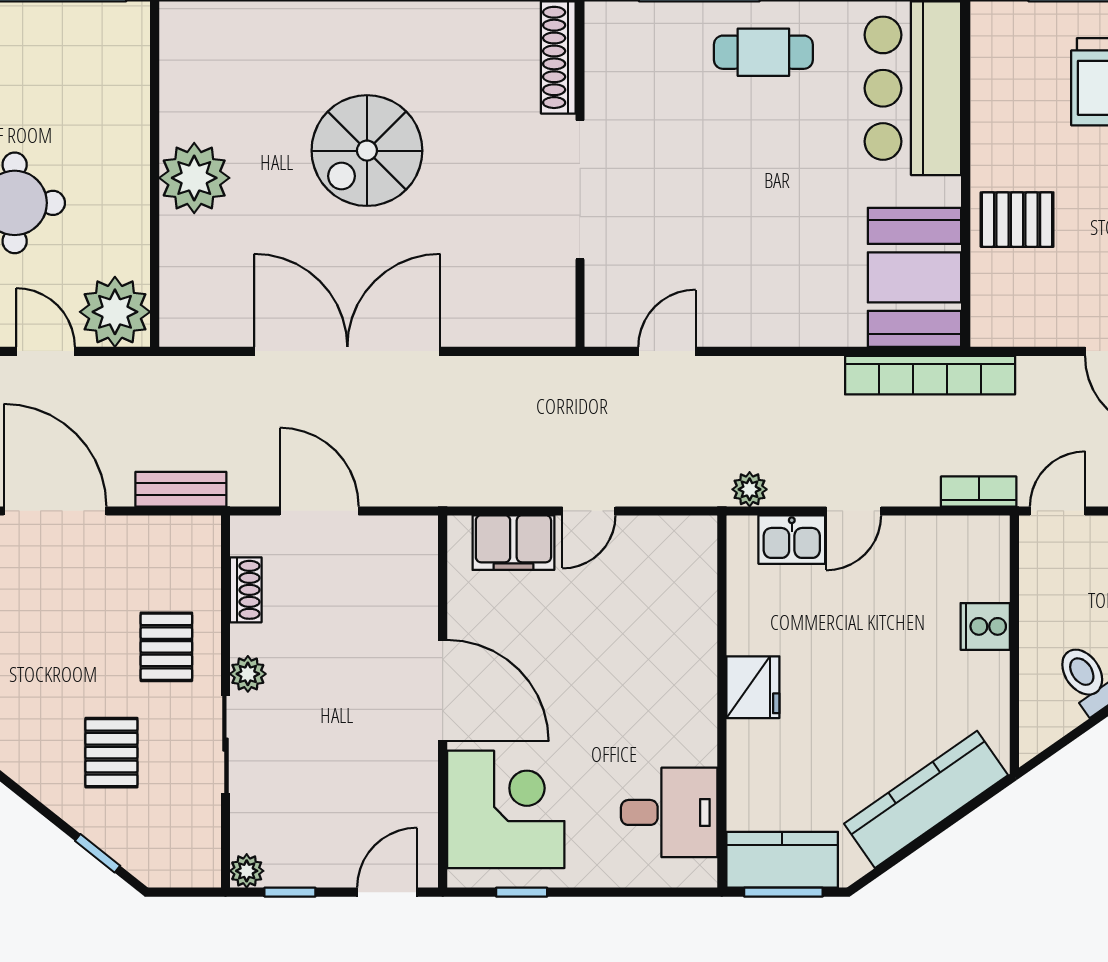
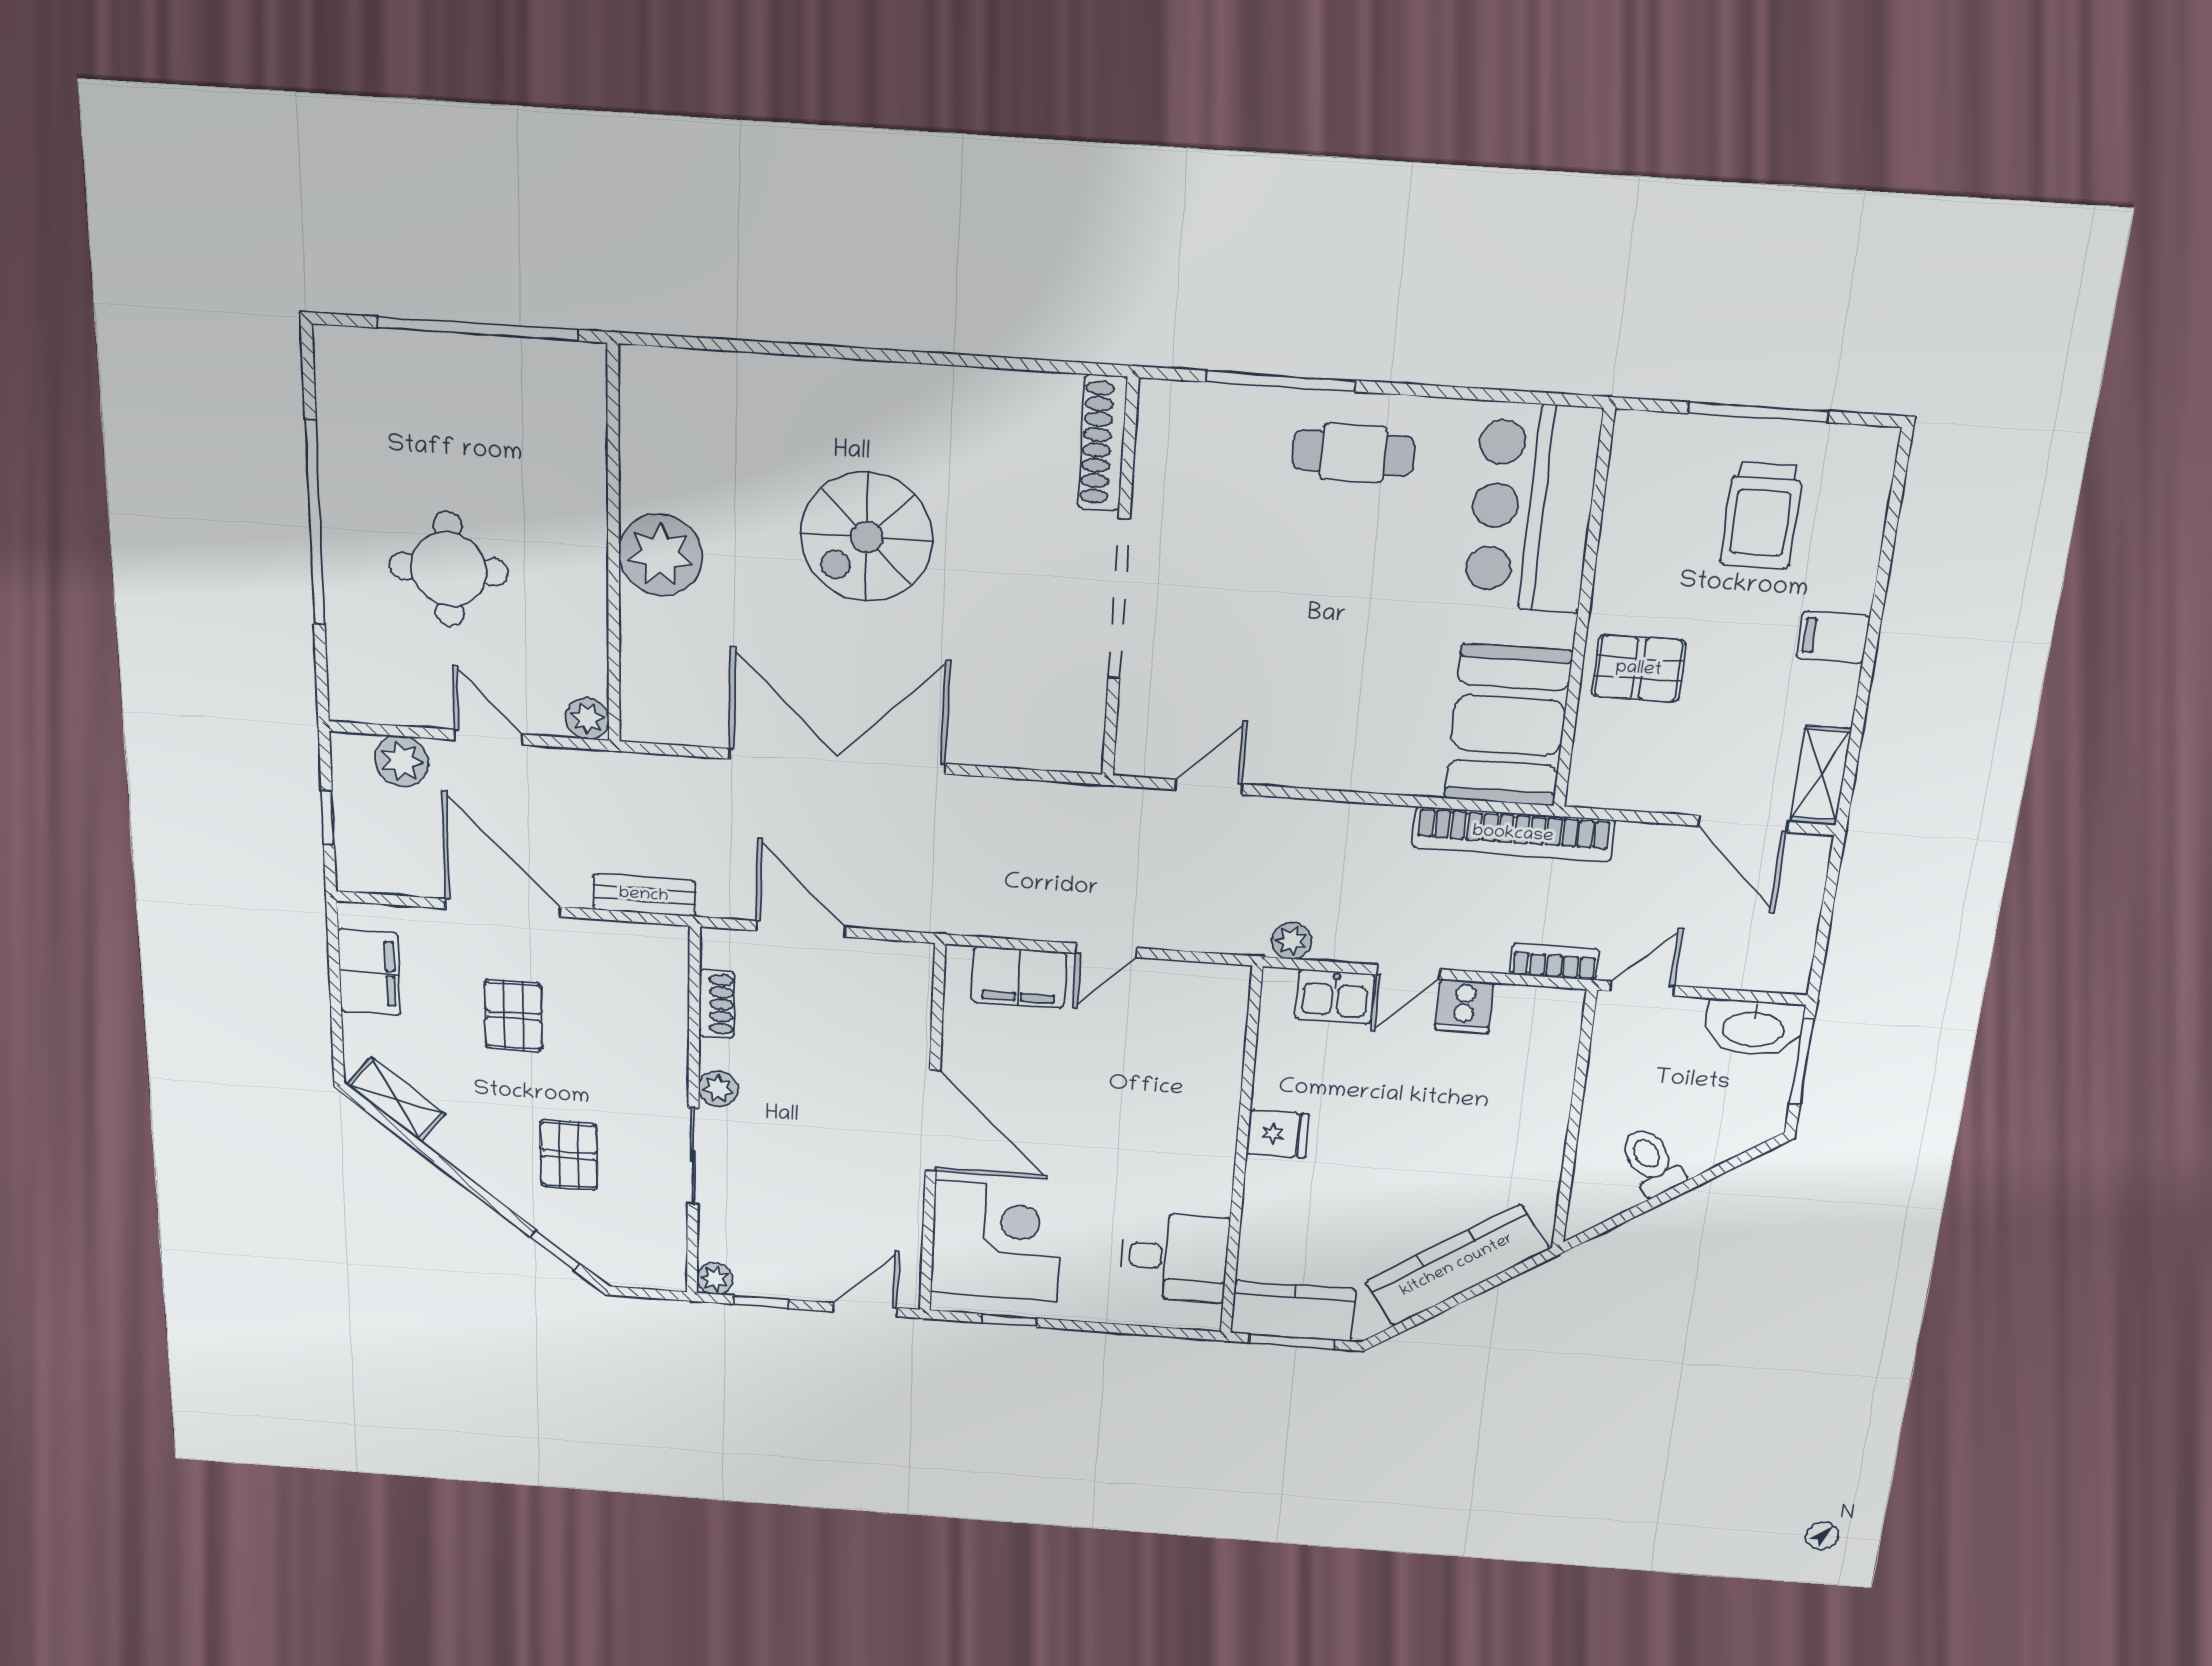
plant: (115, 312) -> (587, 719), width x0.53, depth x0.53
cooker: (985, 626) -> (1464, 1006), moved, turned -90
pallet: (166, 647) -> (513, 1015), moved
fridge: (753, 687) -> (1278, 1134), width x0.72

